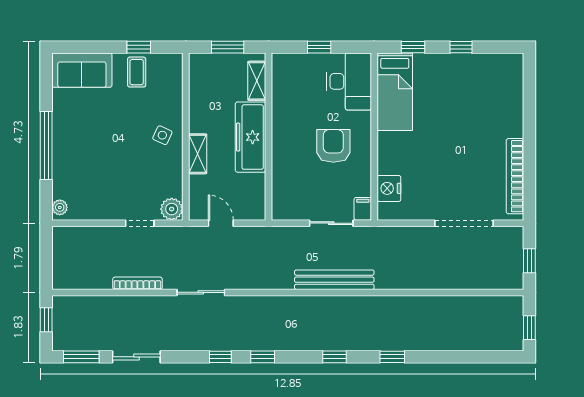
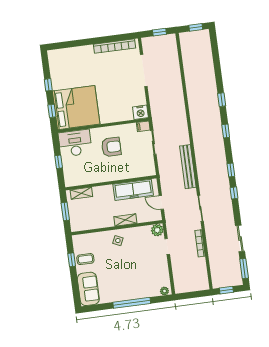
bed: (395, 92) -> (76, 108), width x2.04
freezer: (250, 137) -> (133, 190), moved
armchair: (333, 146) -> (111, 147), turned 180
nightstand: (389, 188) -> (140, 112), moved
door: (221, 223) -> (161, 202), hinge flipped
bench: (334, 280) -> (188, 167), moved

